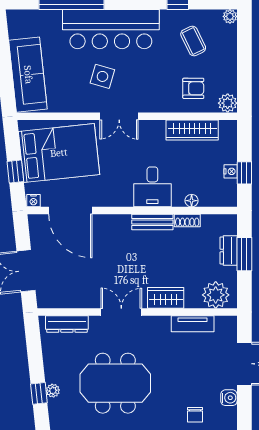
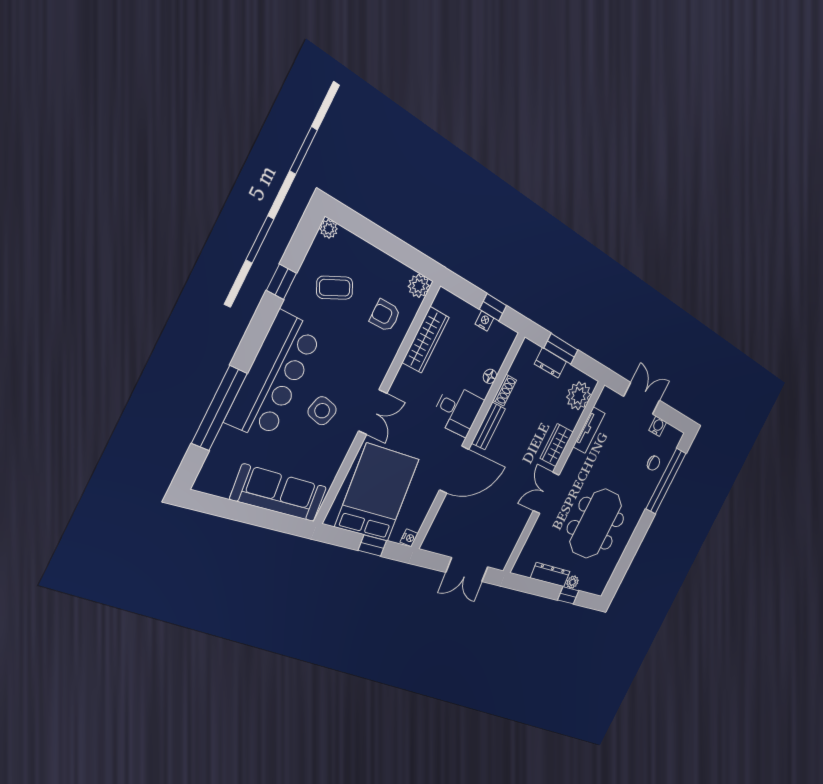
armchair: (193, 88) -> (385, 316), turned -90
door: (70, 211) -> (454, 470), moved
dresser: (67, 324) -> (550, 575), moved, turned -96

